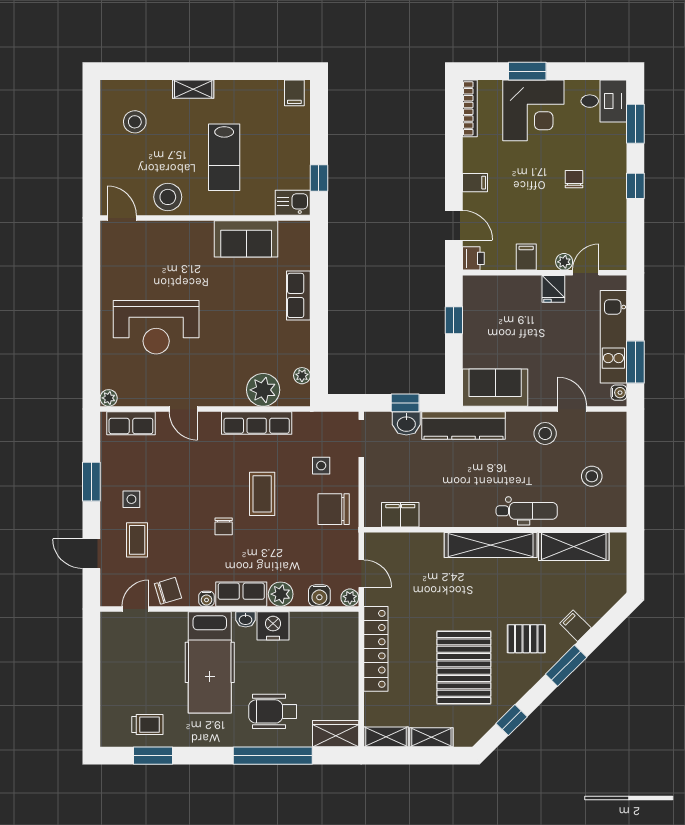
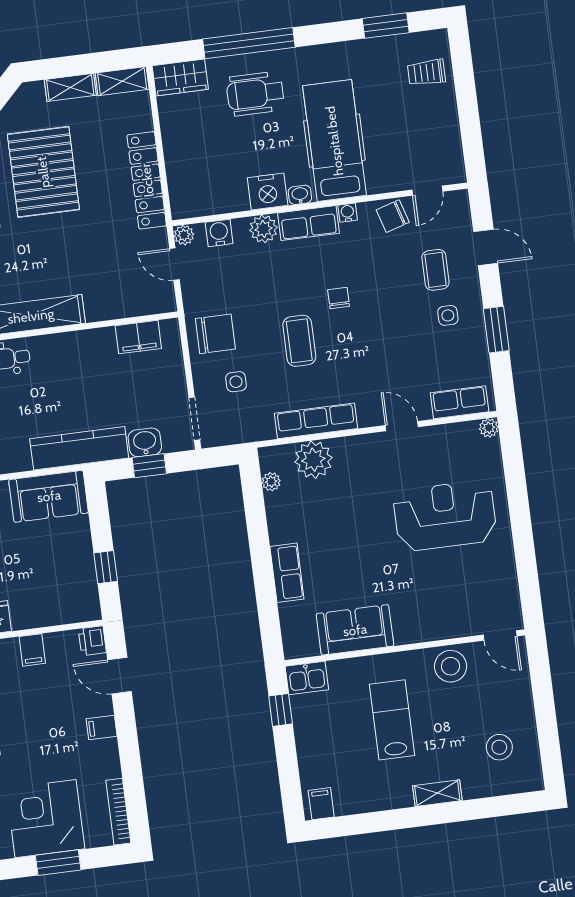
wheelchair: (273, 711) -> (255, 94), turned 180
trolley: (147, 725) -> (426, 72), moved

